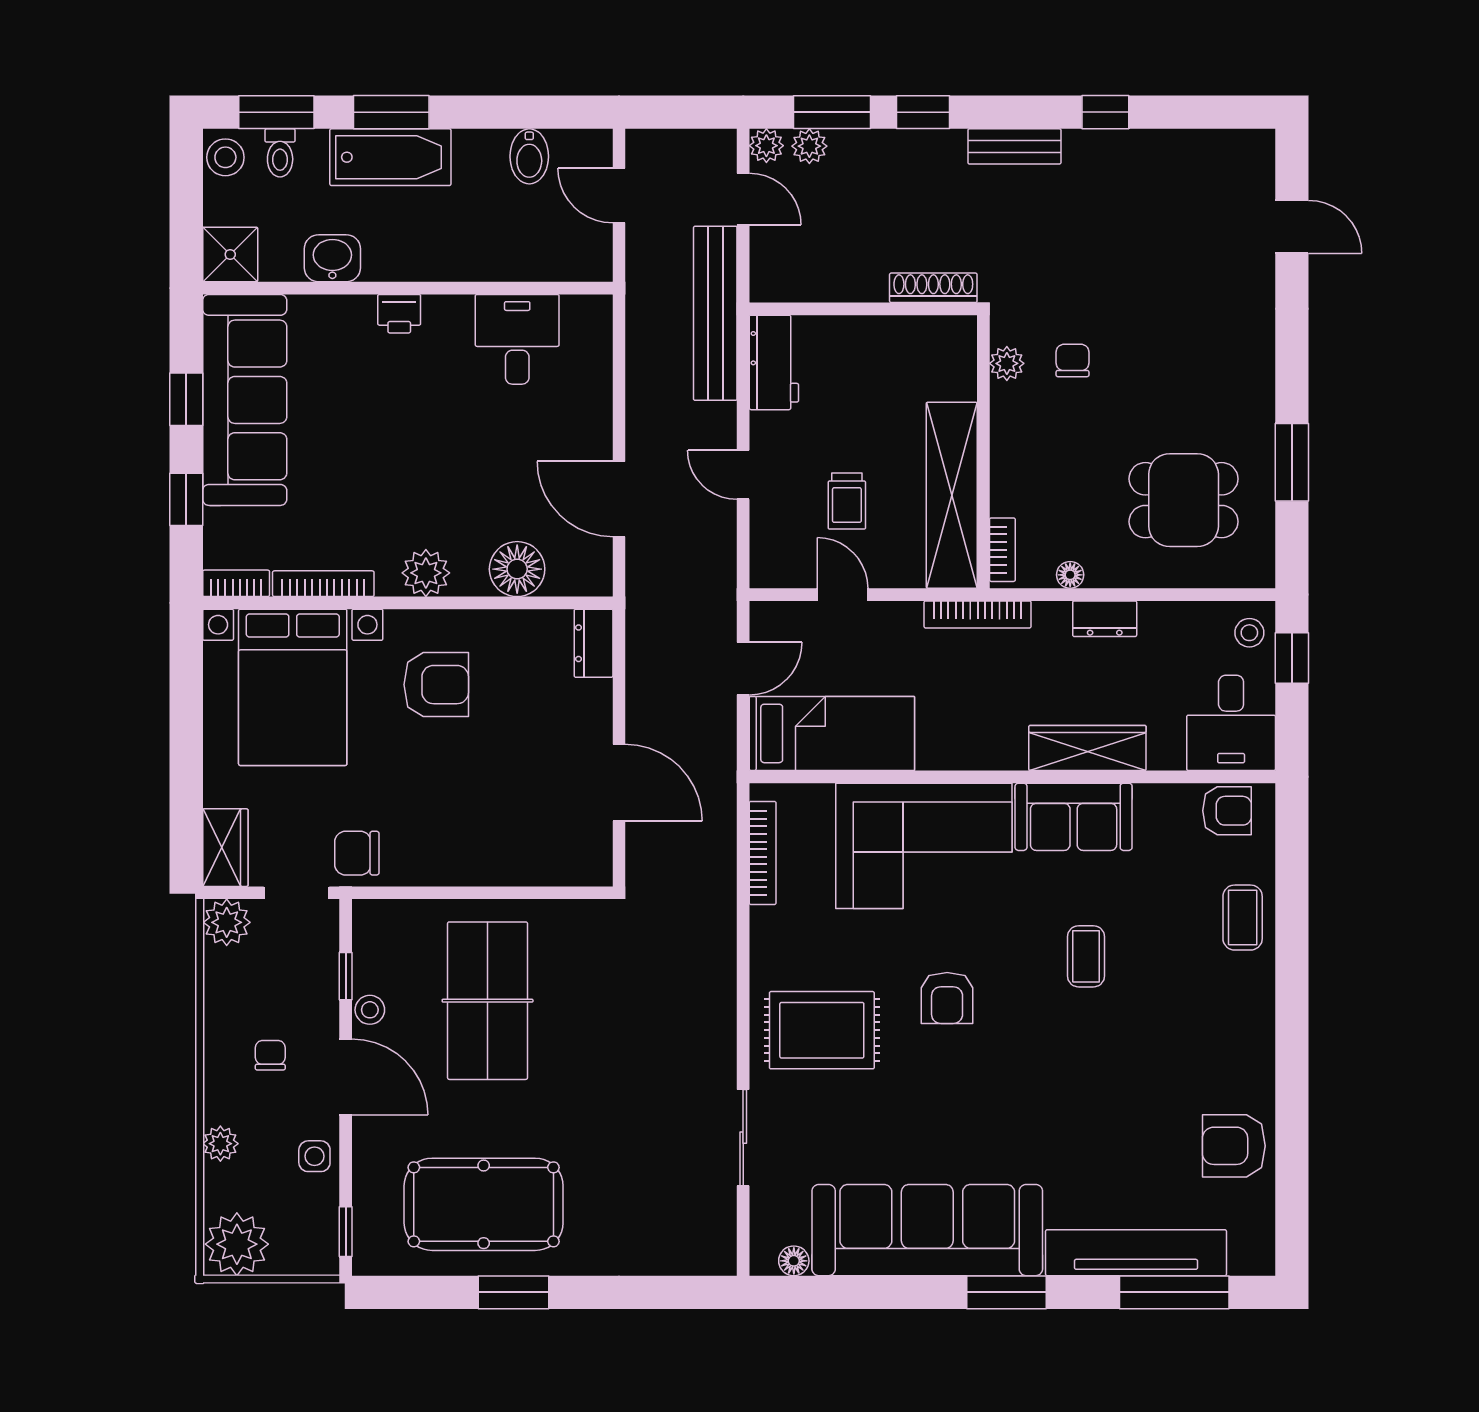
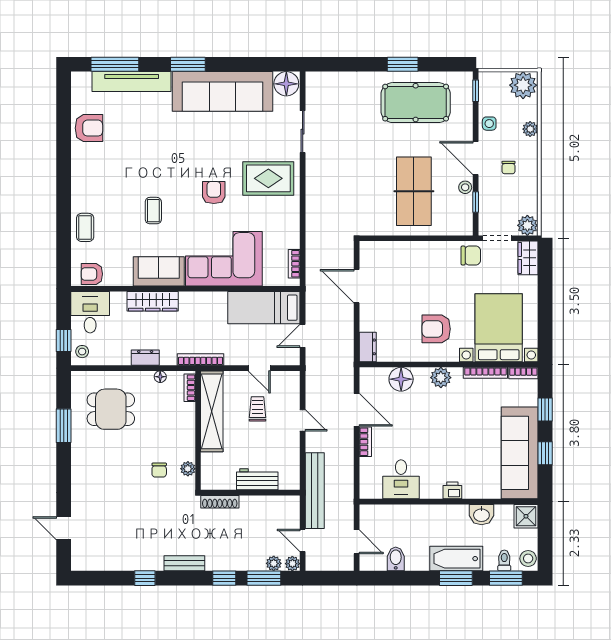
workbench: (774, 362) -> (257, 479), moved, turned 90
bookcase: (599, 426) -> (365, 442), added
bookcase: (763, 853) -> (294, 264), width x0.64
floor lamp: (794, 1261) -> (286, 84), width x1.89, depth x1.89

